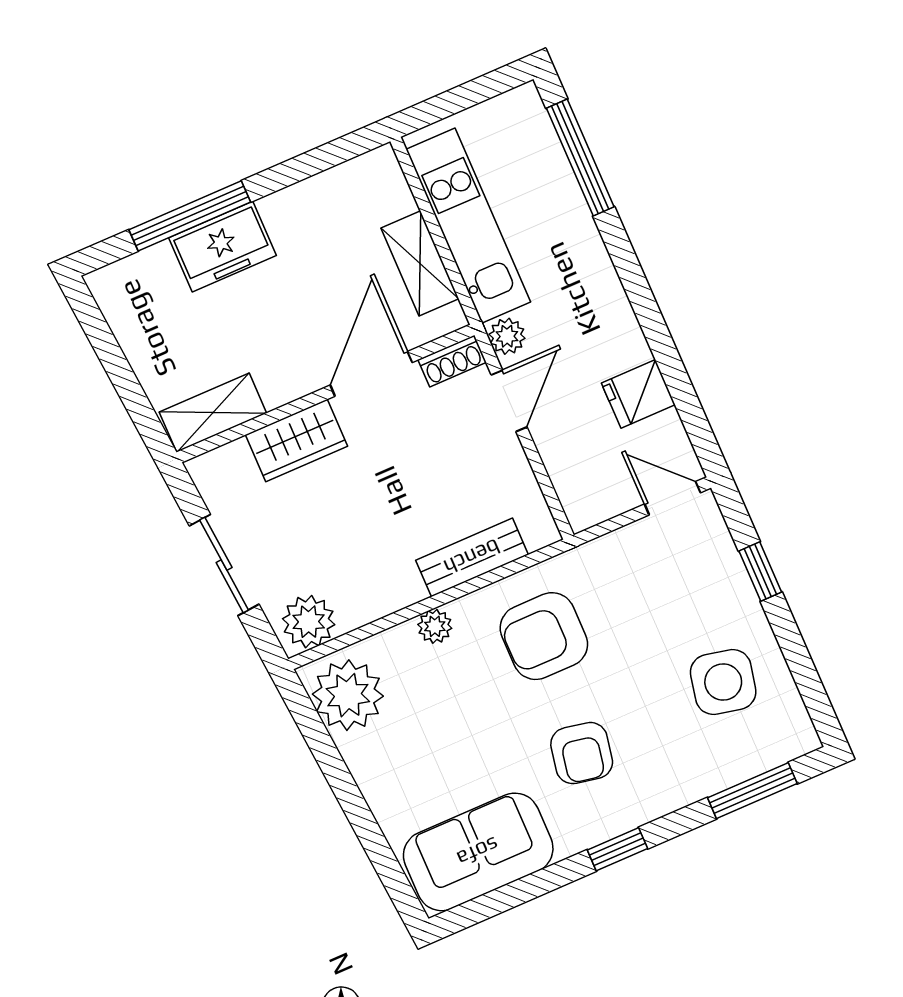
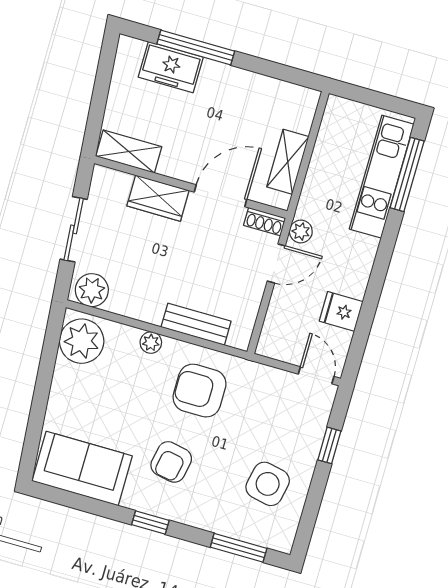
kitchen unit: (468, 226) -> (382, 177), moved, turned 180
freezer: (222, 247) -> (171, 67), moved

